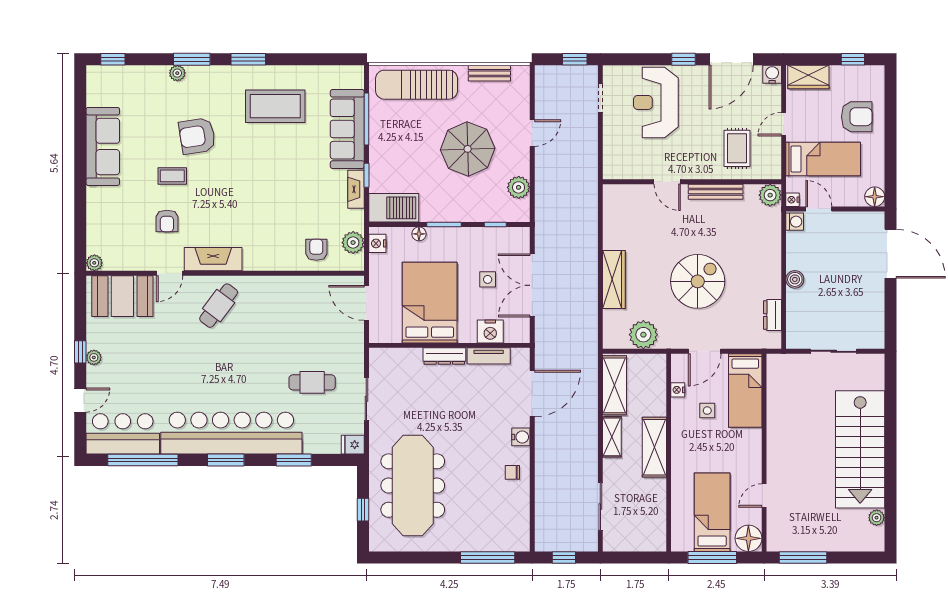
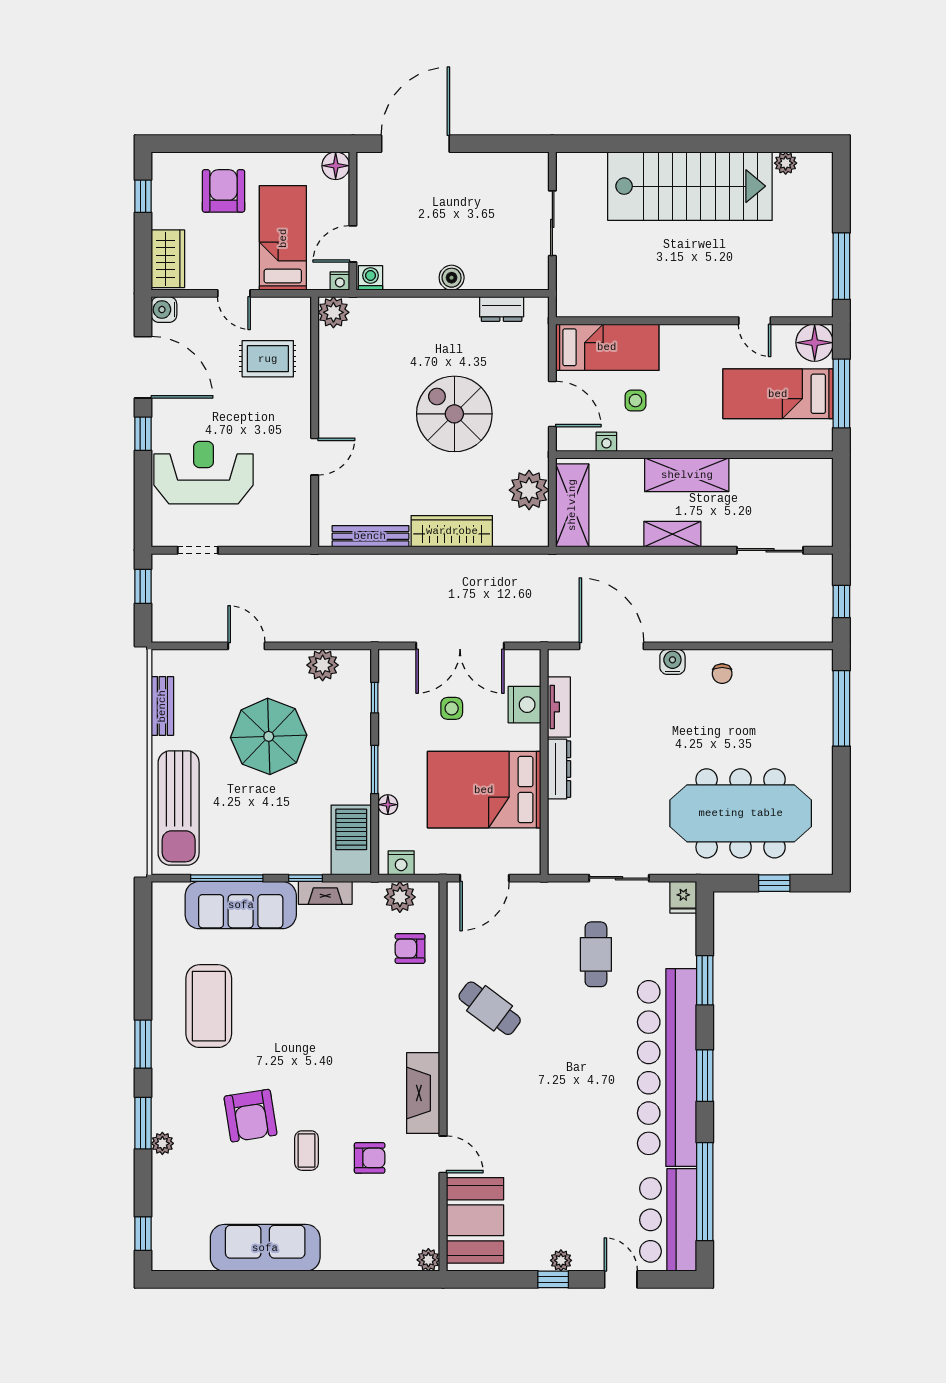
reception desk: (656, 102) -> (204, 473), turned 180
bench: (716, 192) -> (370, 536), moved, turned 90
cafe table: (219, 306) -> (490, 1008), moved
shelving: (615, 385) -> (572, 505), moved, turned 90

